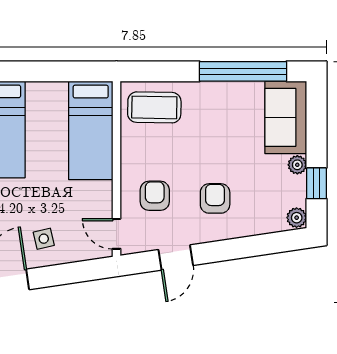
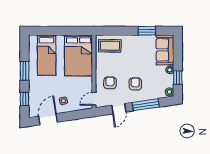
window: (243, 71) -> (147, 31), width x0.47
bed: (91, 130) -> (78, 55), width x1.50
door: (116, 234) -> (94, 99), hinge flipped
window: (240, 248) -> (146, 105), added

